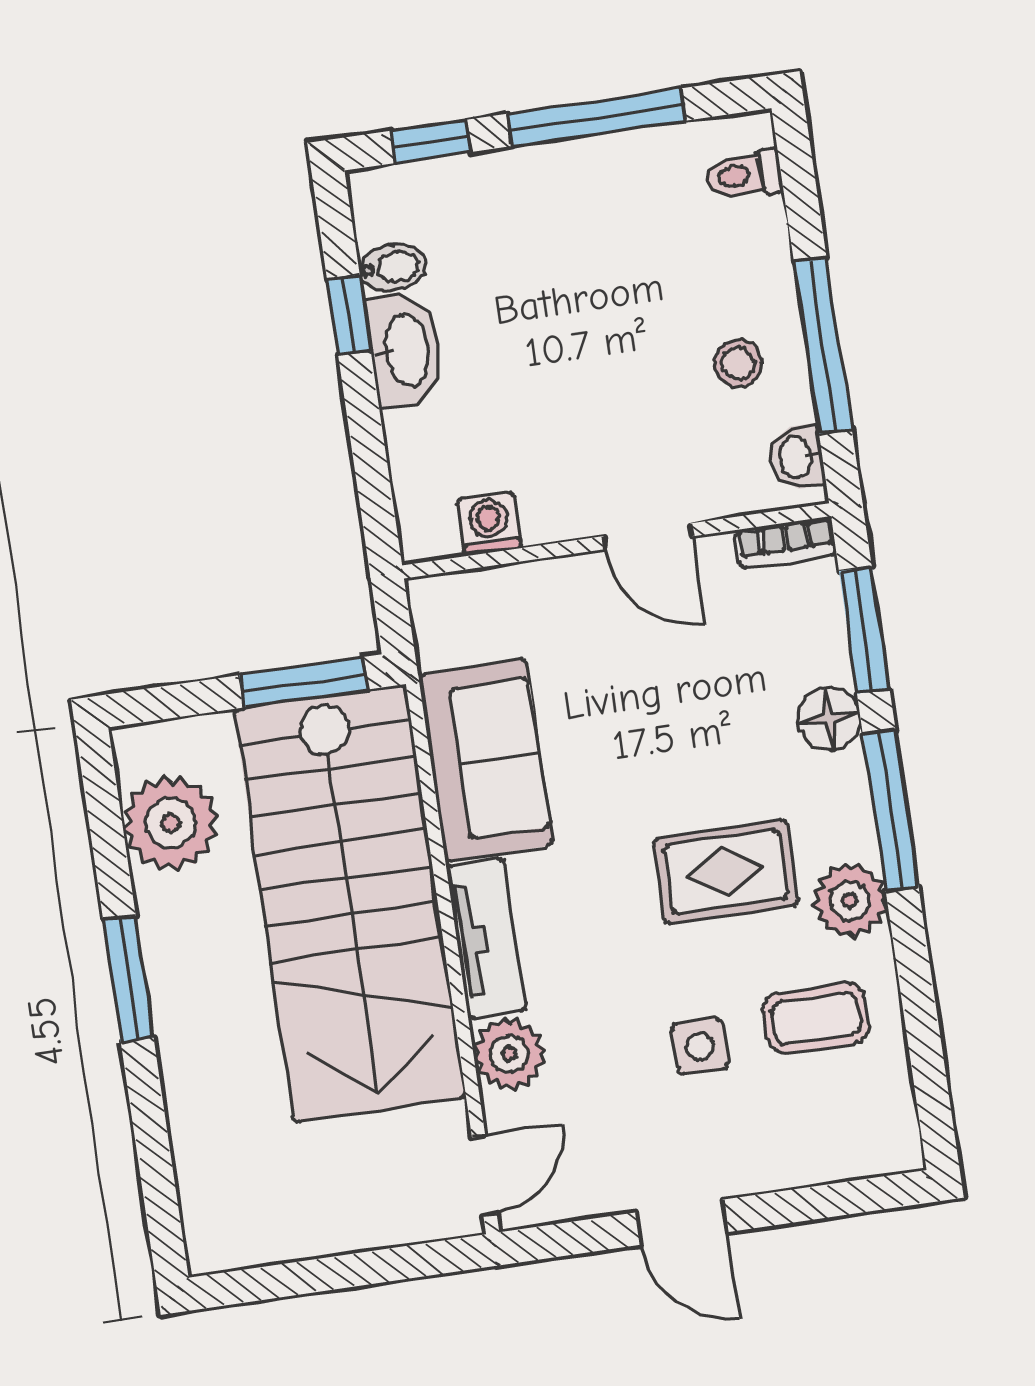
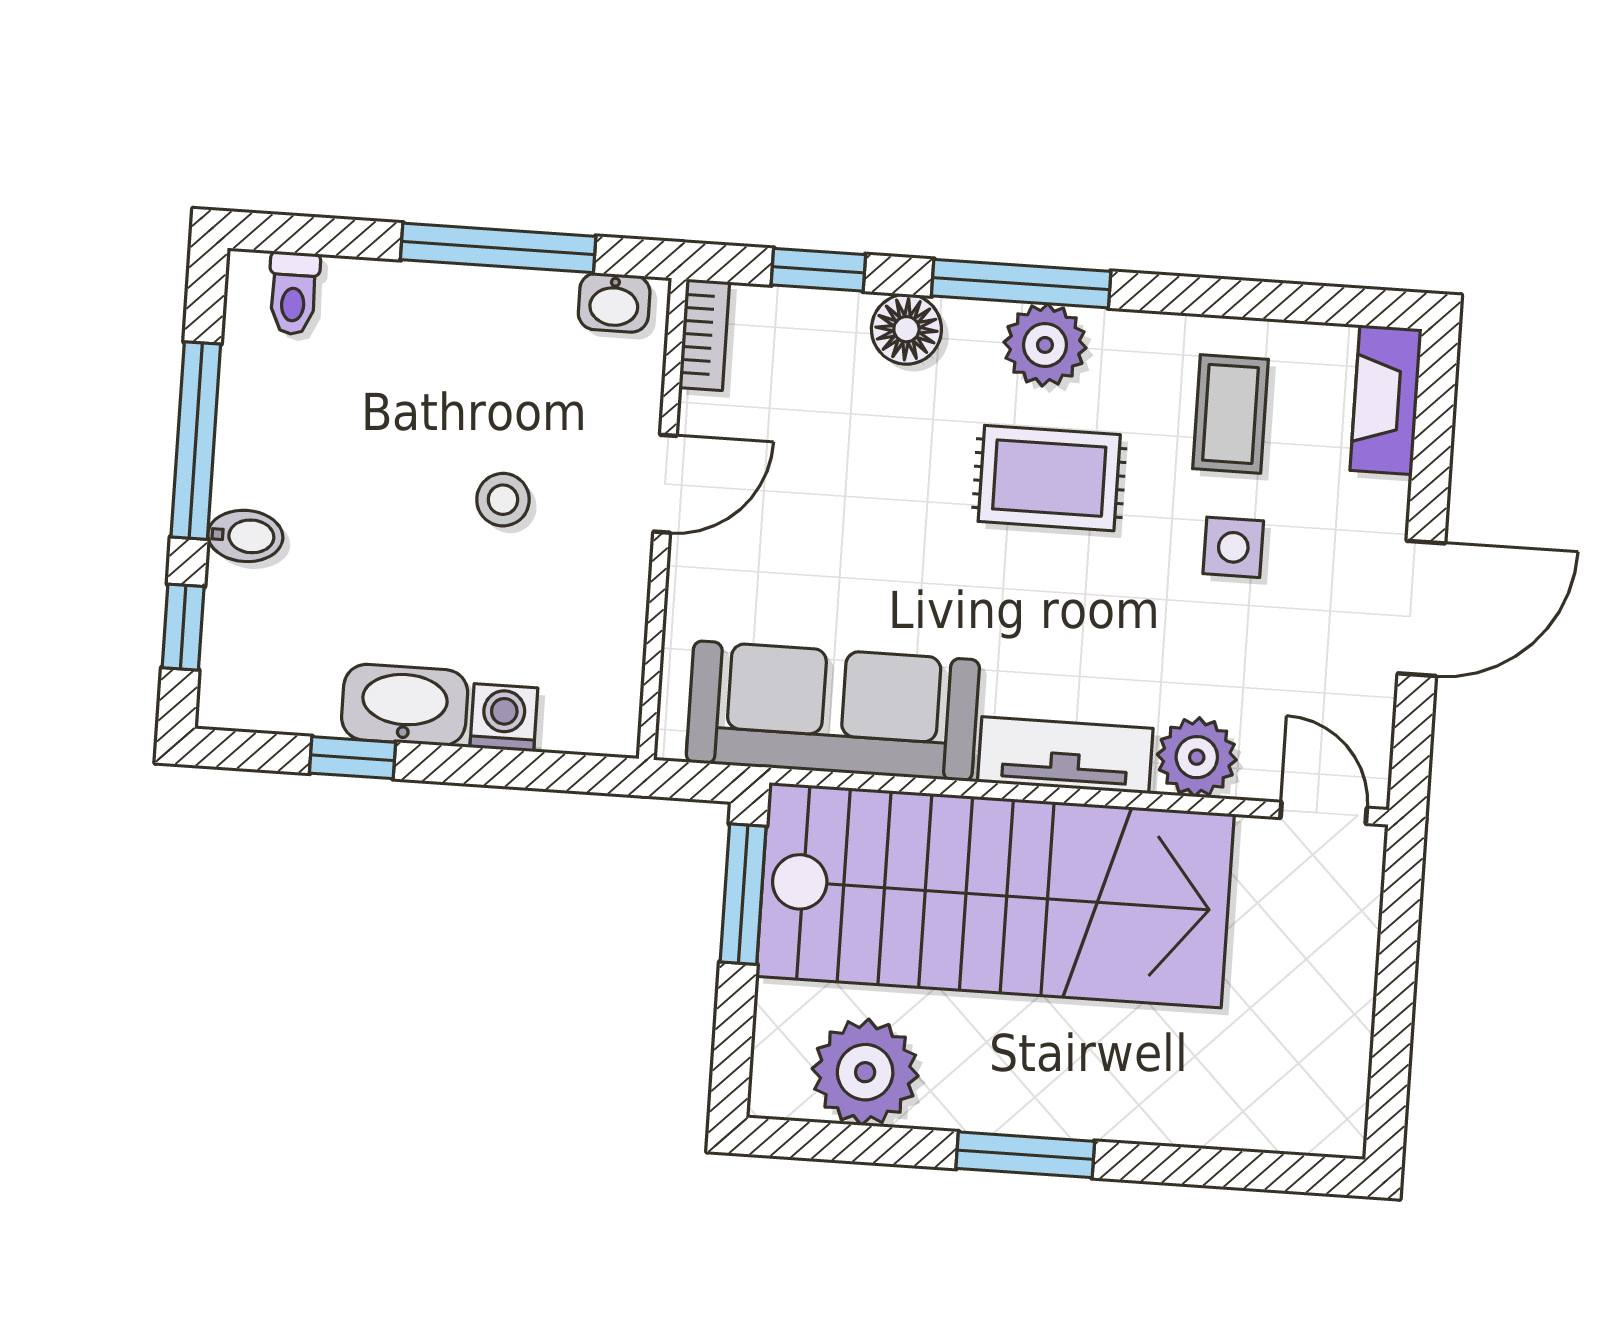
bidet: (393, 267) -> (245, 536), moved, turned 90
stool: (738, 363) -> (503, 500), moved
washing machine: (489, 524) -> (504, 718), moved, turned 90
window: (864, 630) -> (818, 270), width x0.67
sofa: (485, 760) -> (833, 711), width x1.36
rug: (726, 872) -> (1049, 478), turned 90
plant: (850, 900) -> (1045, 345), moved
fireplace: (858, 1152) -> (1386, 400), added
door: (682, 1222) -> (1421, 608), width x1.38

